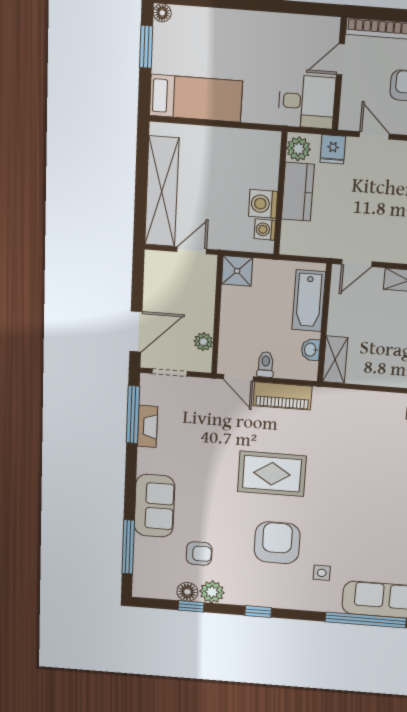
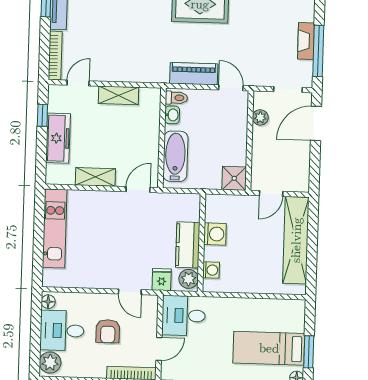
bed: (196, 98) -> (269, 348), moved
washing machine: (265, 230) -> (211, 270), moved
shelving: (335, 360) -> (118, 95), moved, turned 90
toilet: (266, 365) -> (176, 98), moved, turned -90

